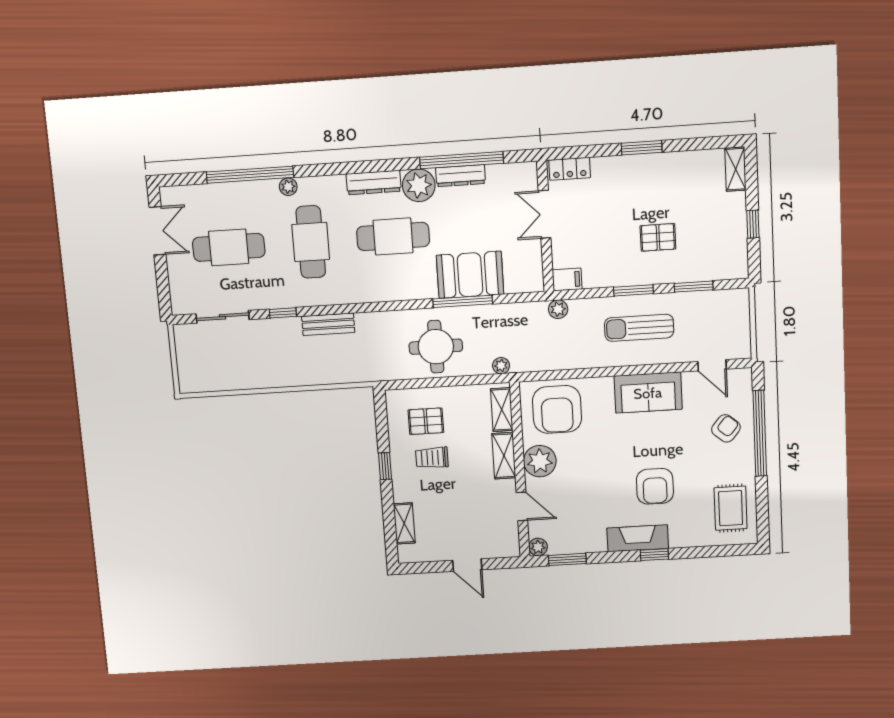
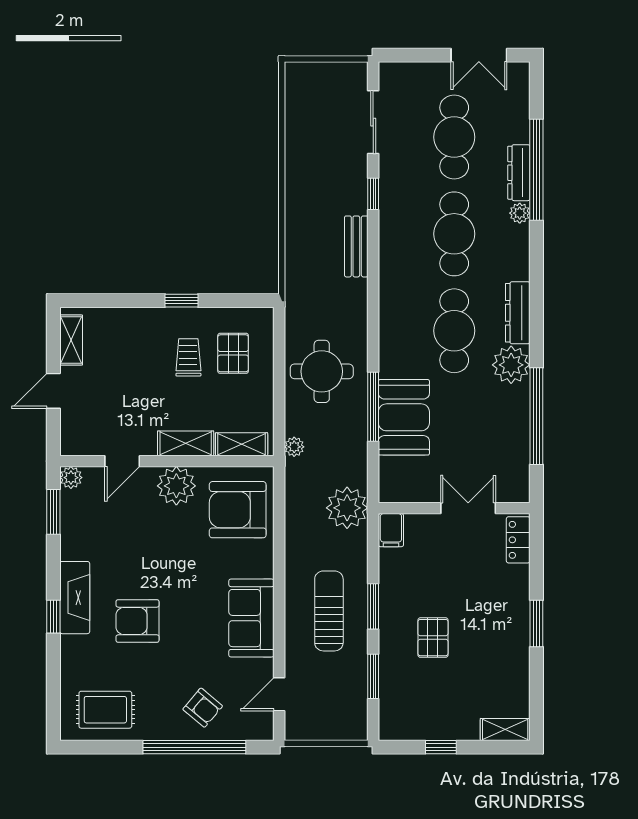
dresser: (461, 176) -> (519, 173), moved
cafe table: (311, 242) -> (454, 234), turned 90
plant: (558, 309) -> (347, 508), width x1.87, depth x1.87
shelving: (404, 523) -> (71, 340), moved, turned 90

